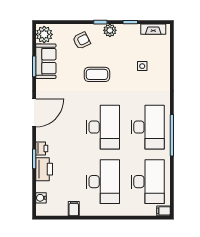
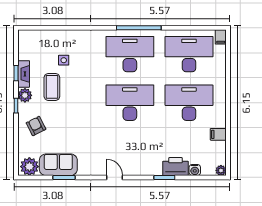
fireplace: (153, 29) -> (24, 74), moved
coffee table: (97, 74) -> (52, 87), moved
door: (34, 113) -> (115, 177), width x0.53
printer: (42, 148) -> (153, 169), removed
water cooler: (41, 198) -> (195, 170), moved
plant: (41, 211) -> (221, 170), added

